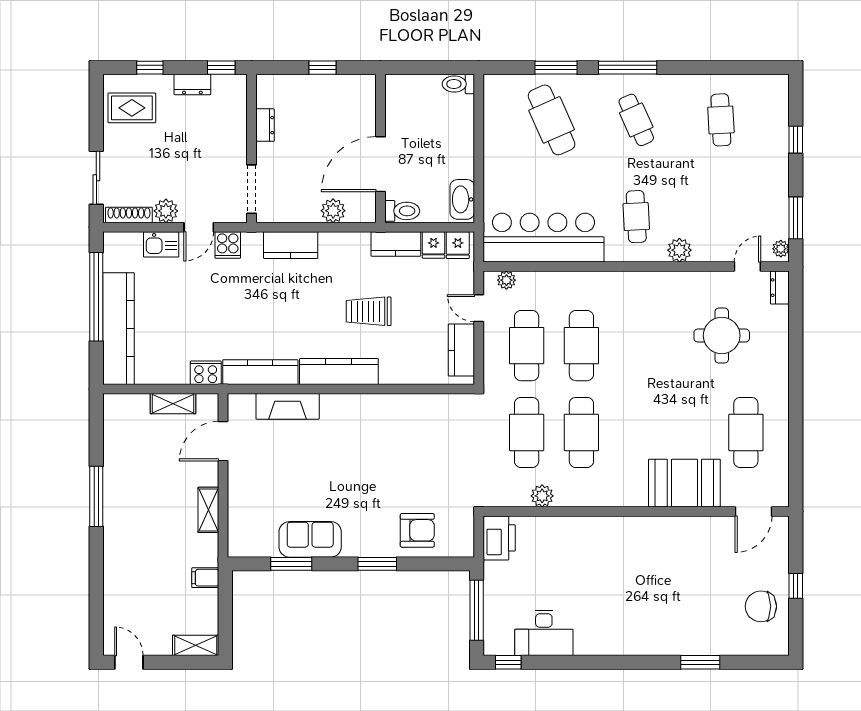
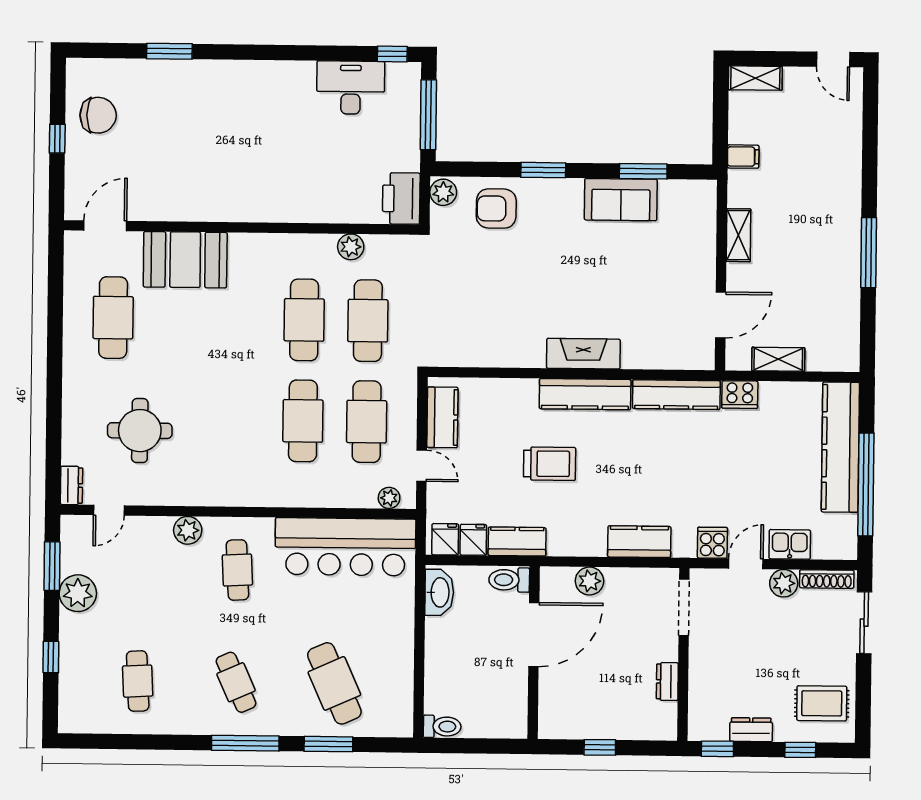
plant: (781, 249) -> (78, 593), moved, width x1.88, depth x1.88
fireplace: (288, 406) -> (583, 354), moved
plant: (463, 544) -> (443, 192), added

